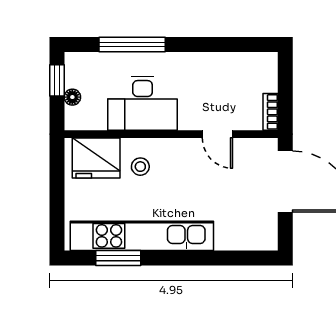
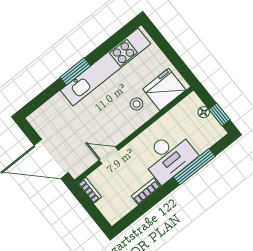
bookcase: (208, 60) -> (146, 191), added
desk: (143, 103) -> (169, 156), moved, turned 180
window: (118, 258) -> (75, 71), moved

